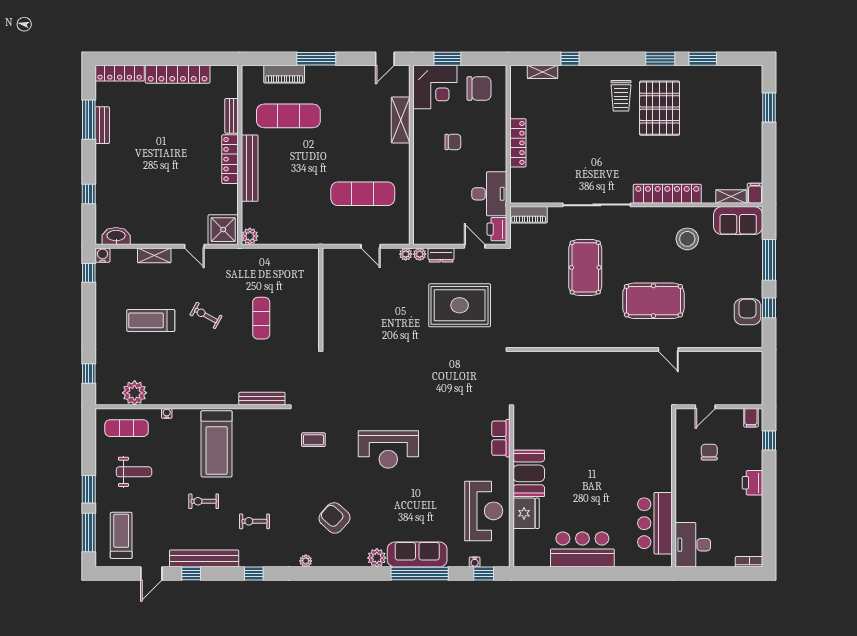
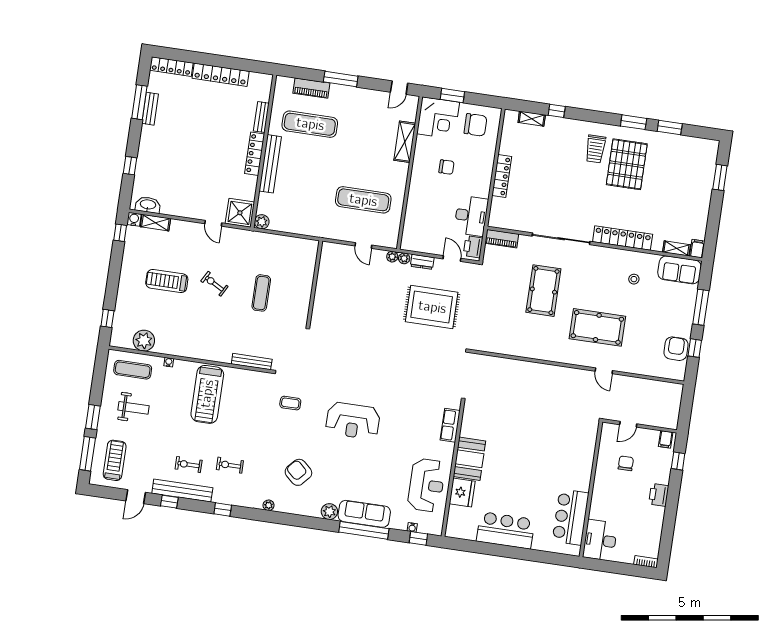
stool: (687, 239) -> (634, 279), width x0.53, depth x0.53
shelving: (154, 255) -> (155, 223), moved
exercise bike: (204, 501) -> (189, 465), moved

